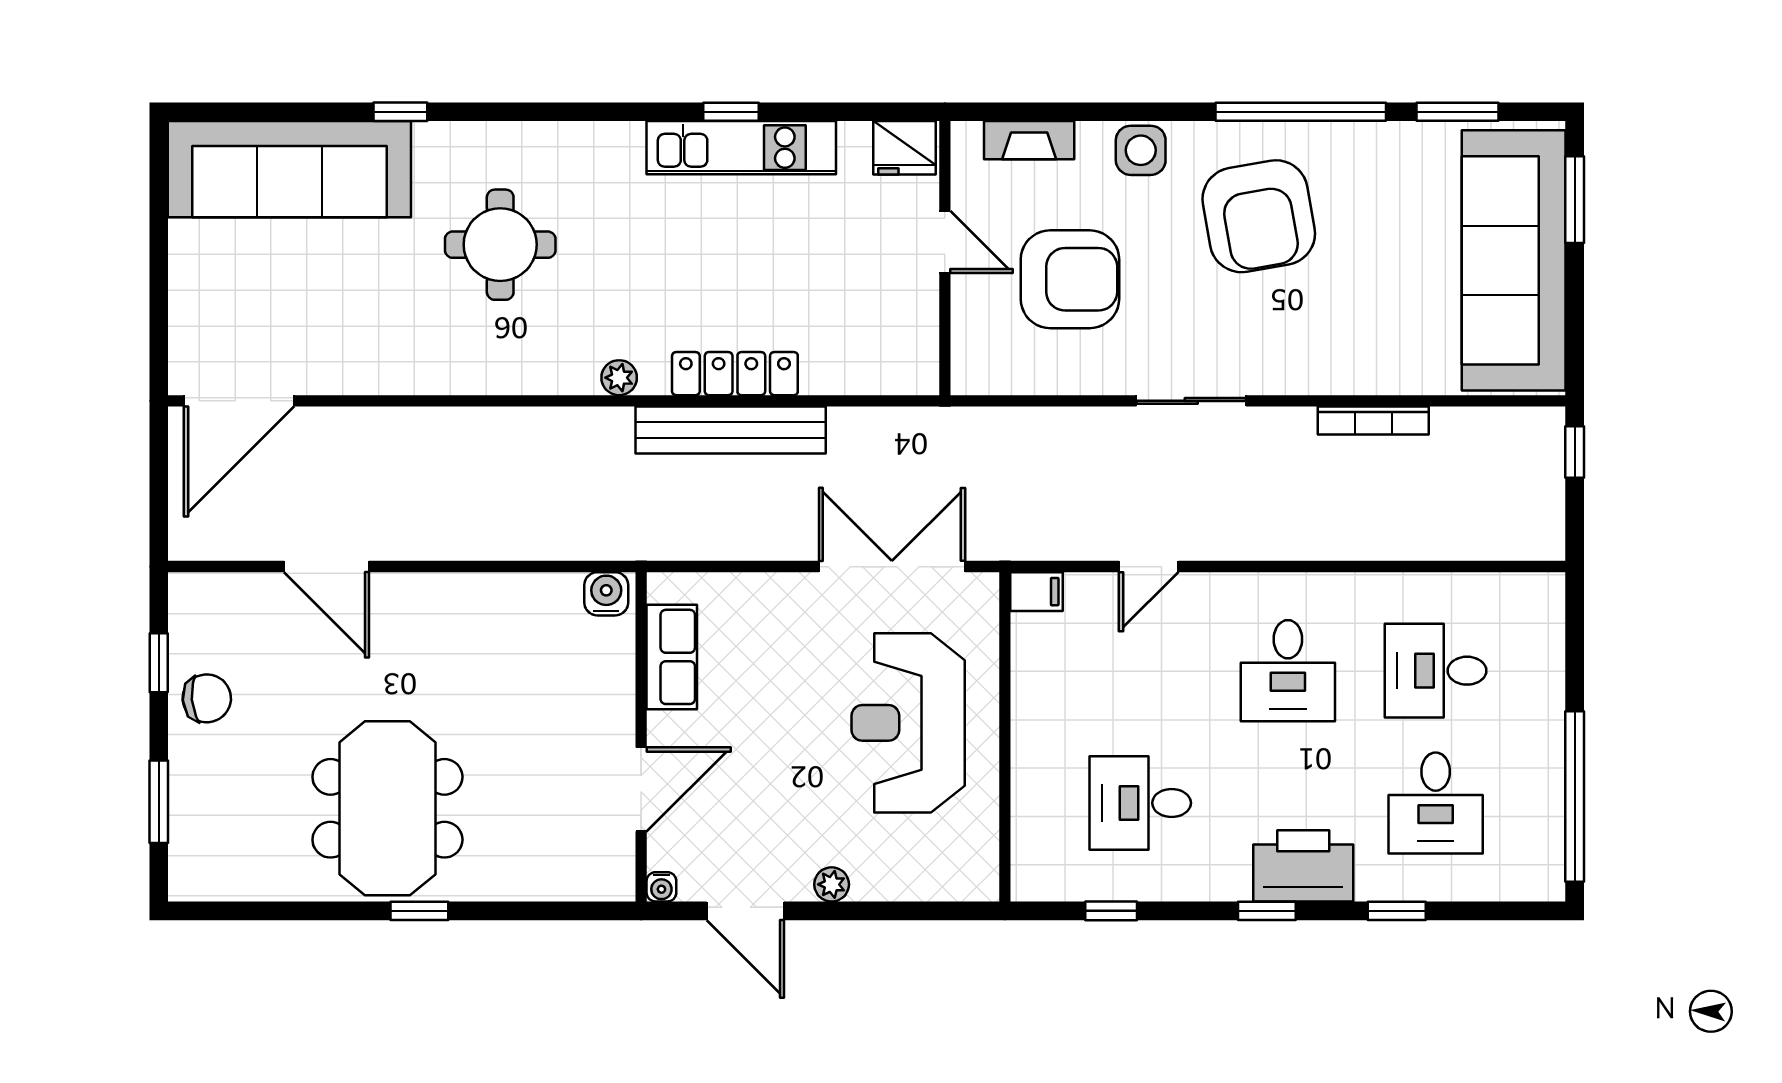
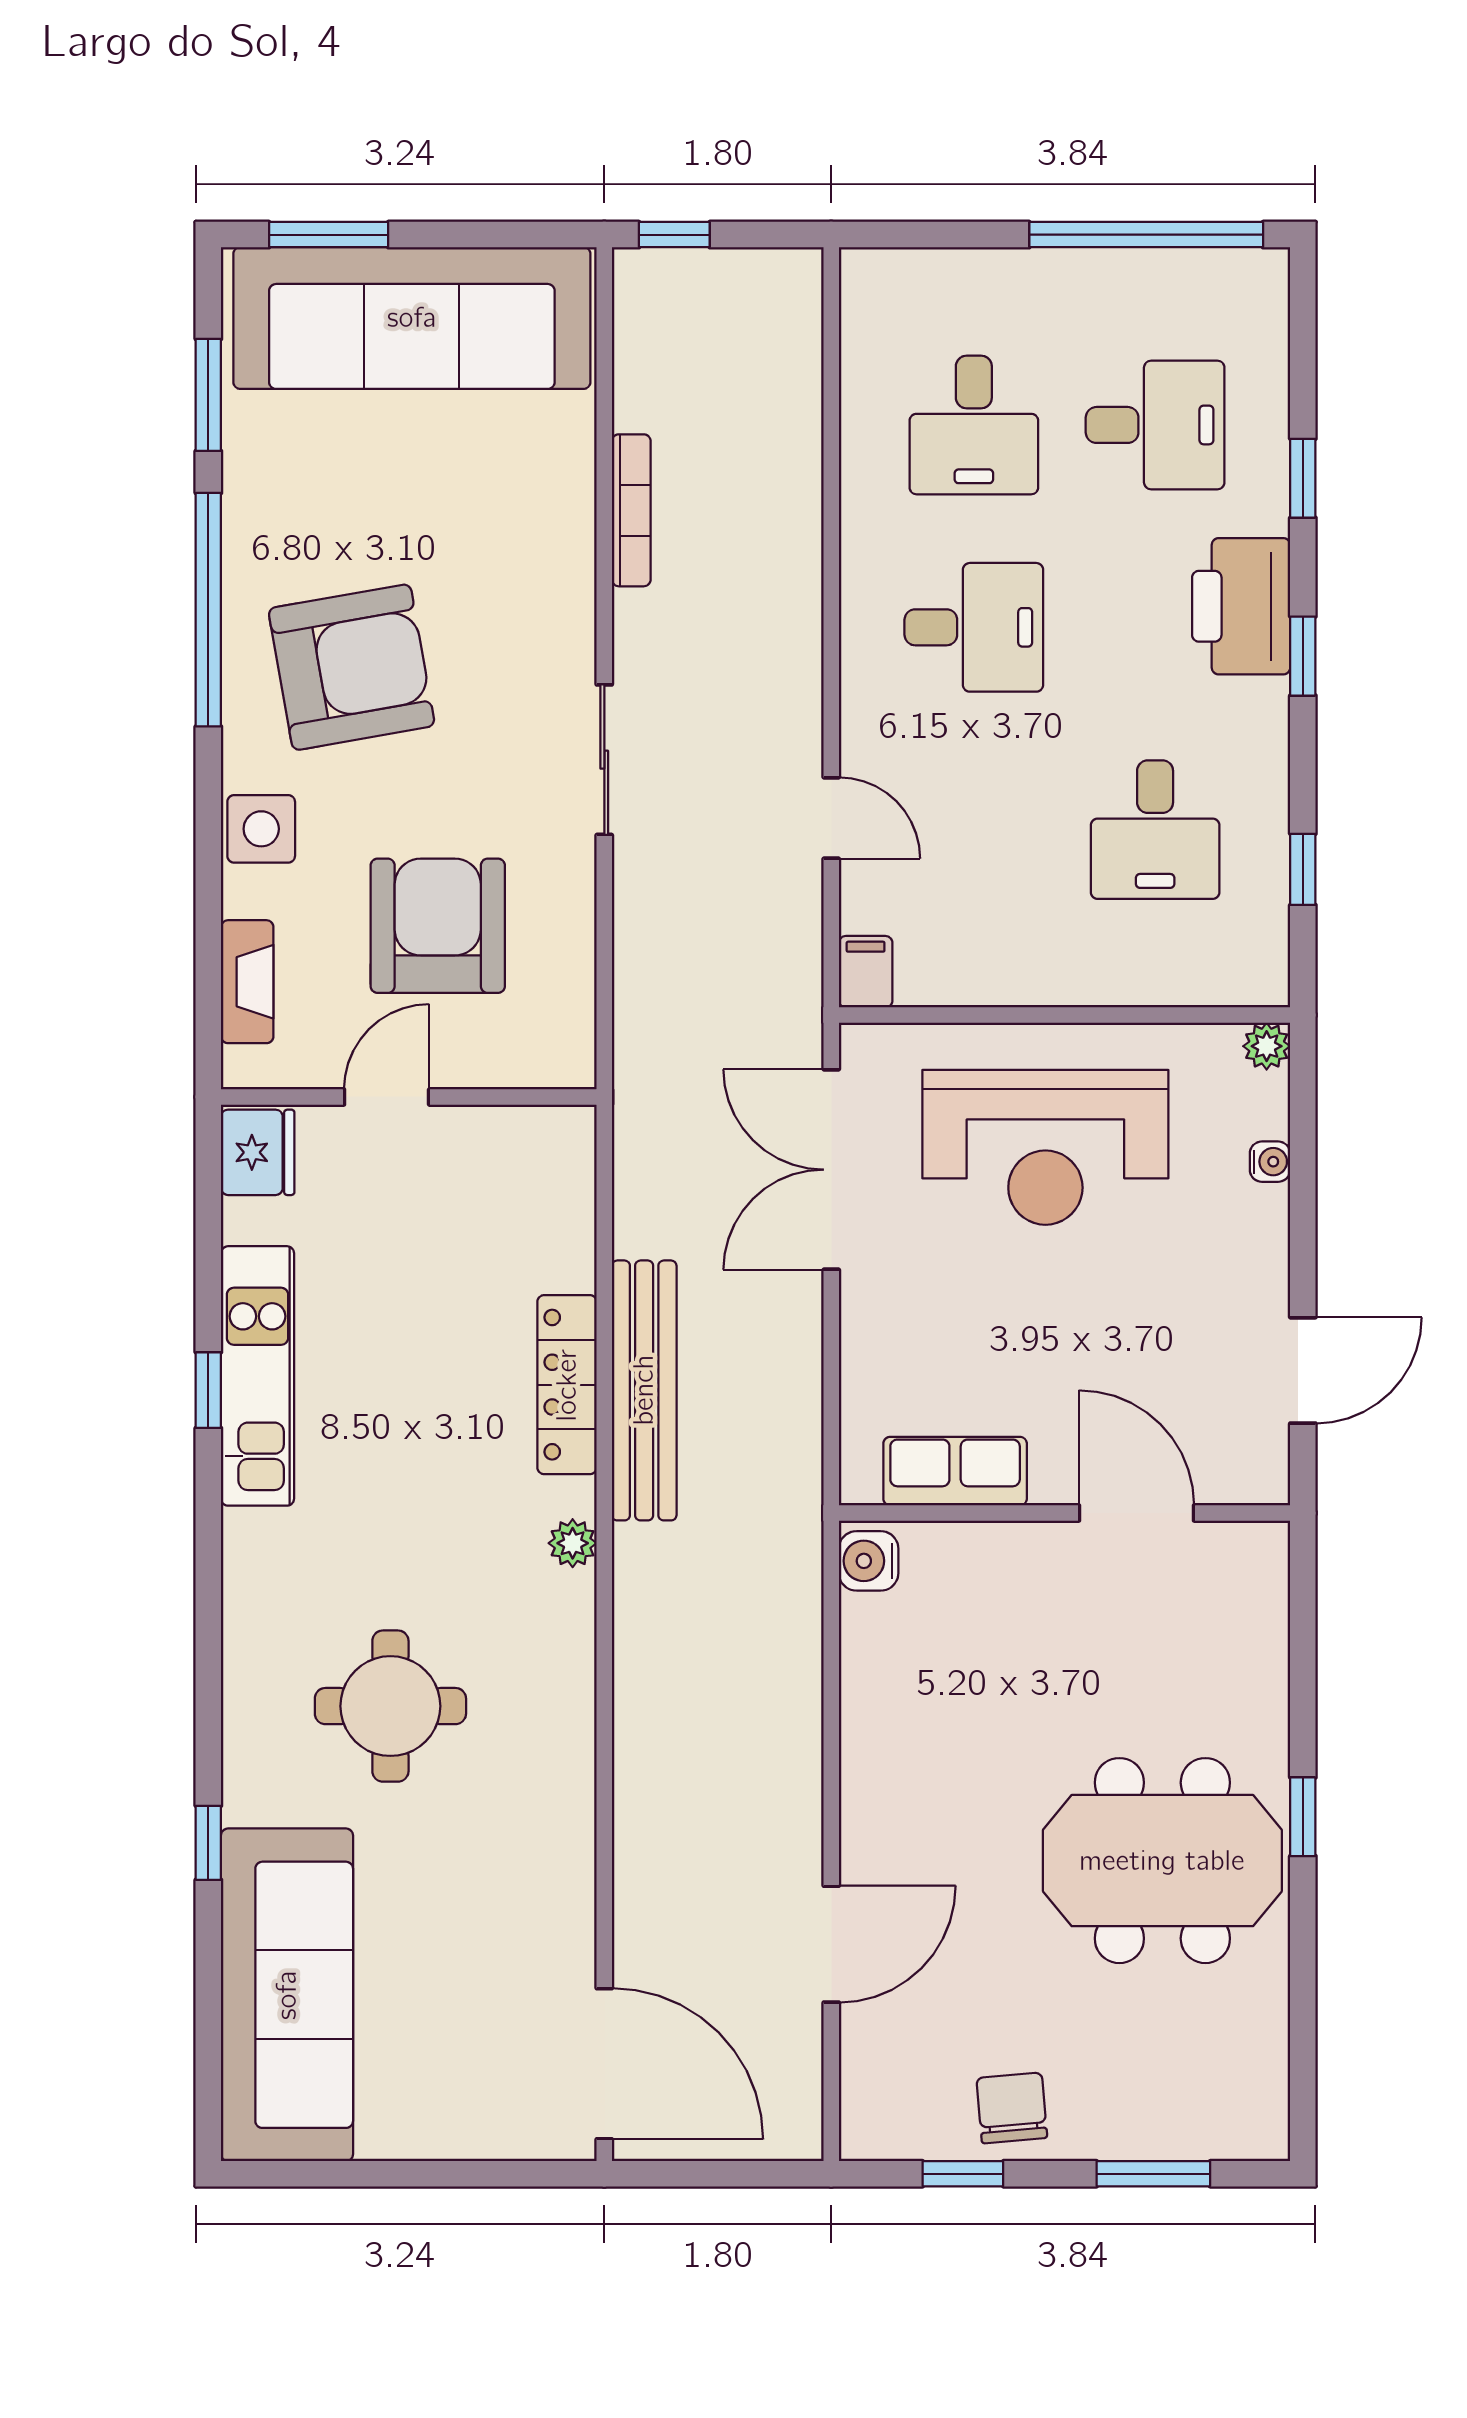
plant: (832, 884) -> (1267, 1046), moved
water cooler: (661, 887) -> (1270, 1162), moved

